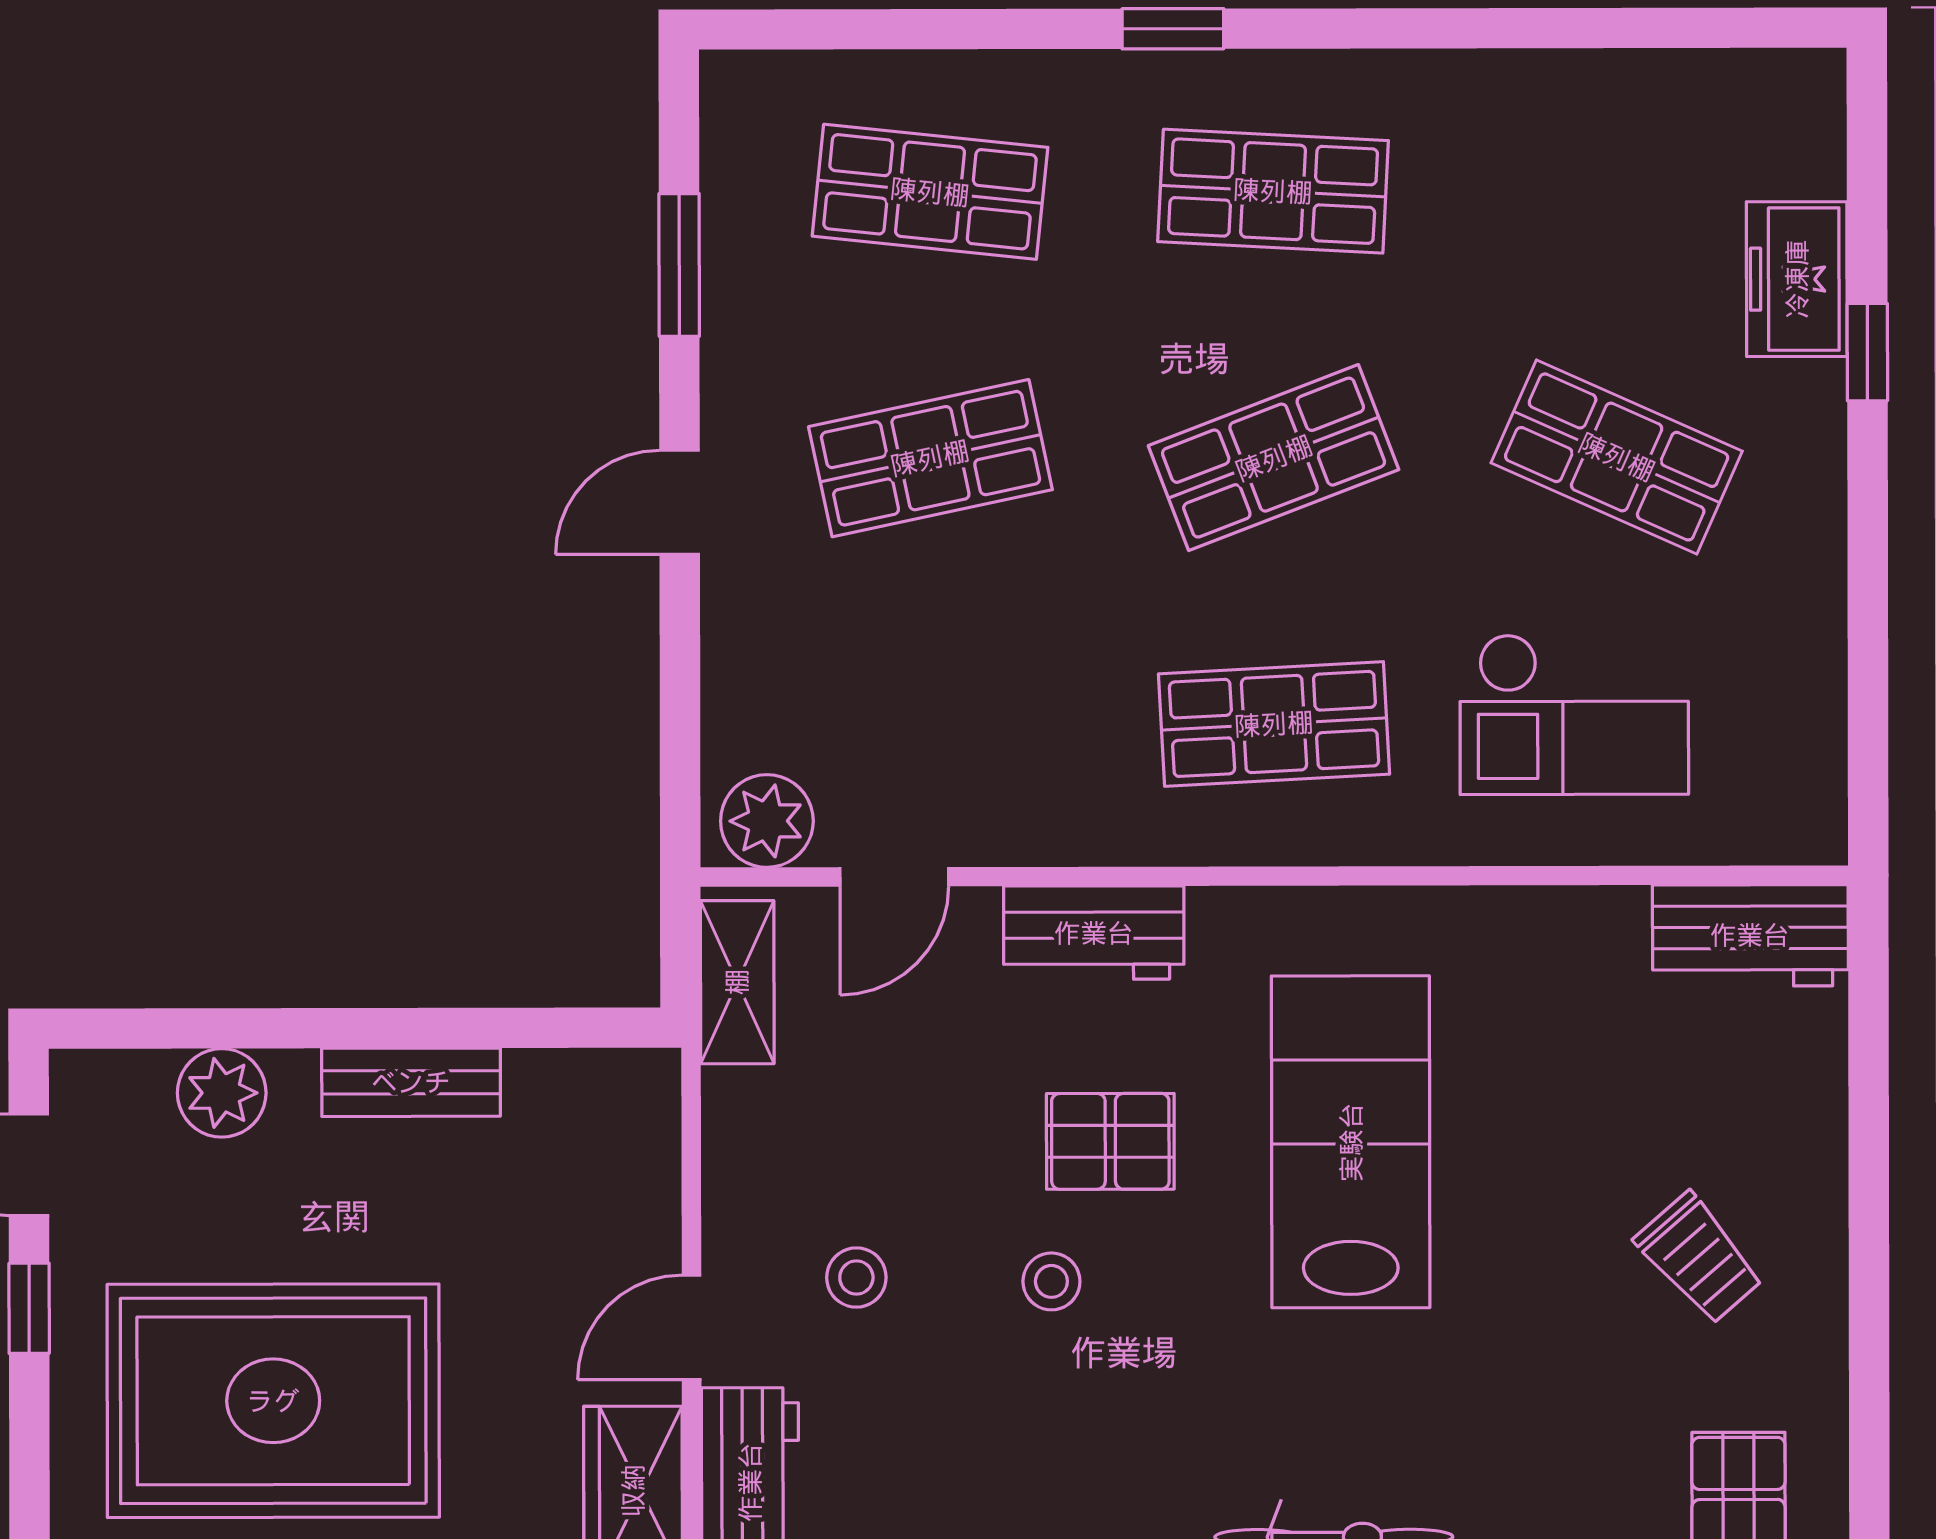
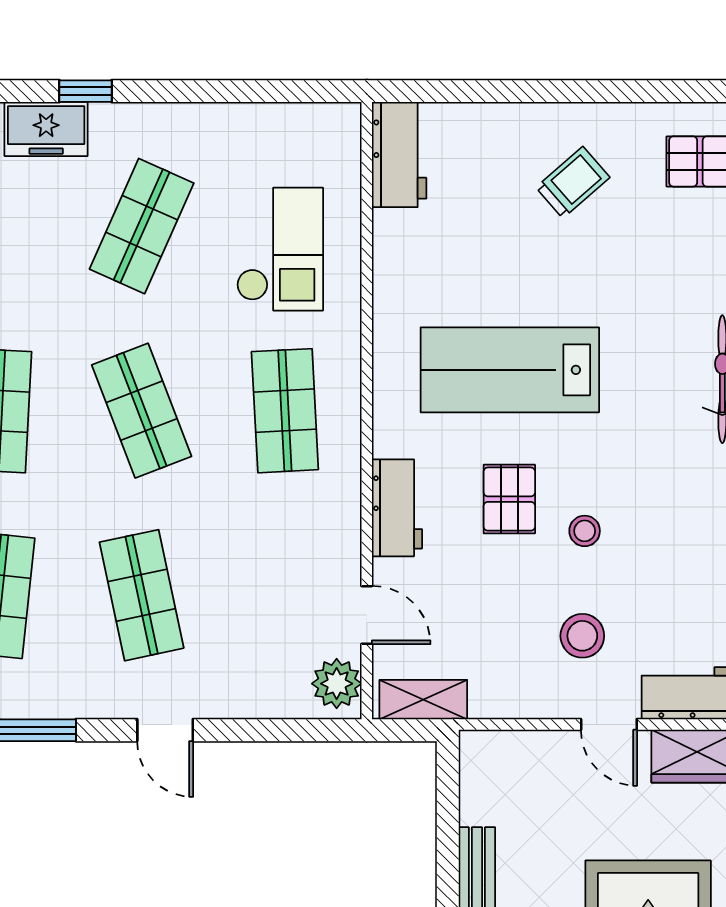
stool: (856, 1278) -> (582, 636), width x1.37, depth x1.37

